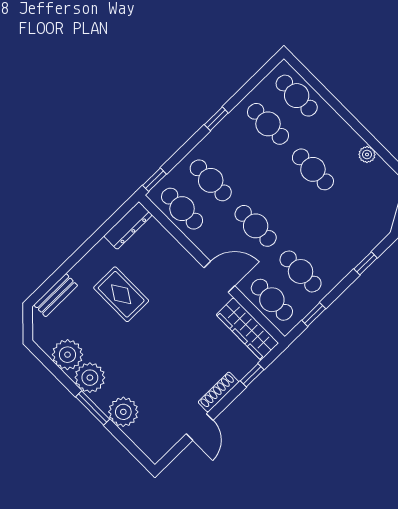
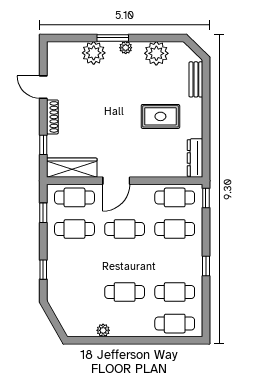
plant: (90, 378) -> (126, 48), width x0.53, depth x0.53

